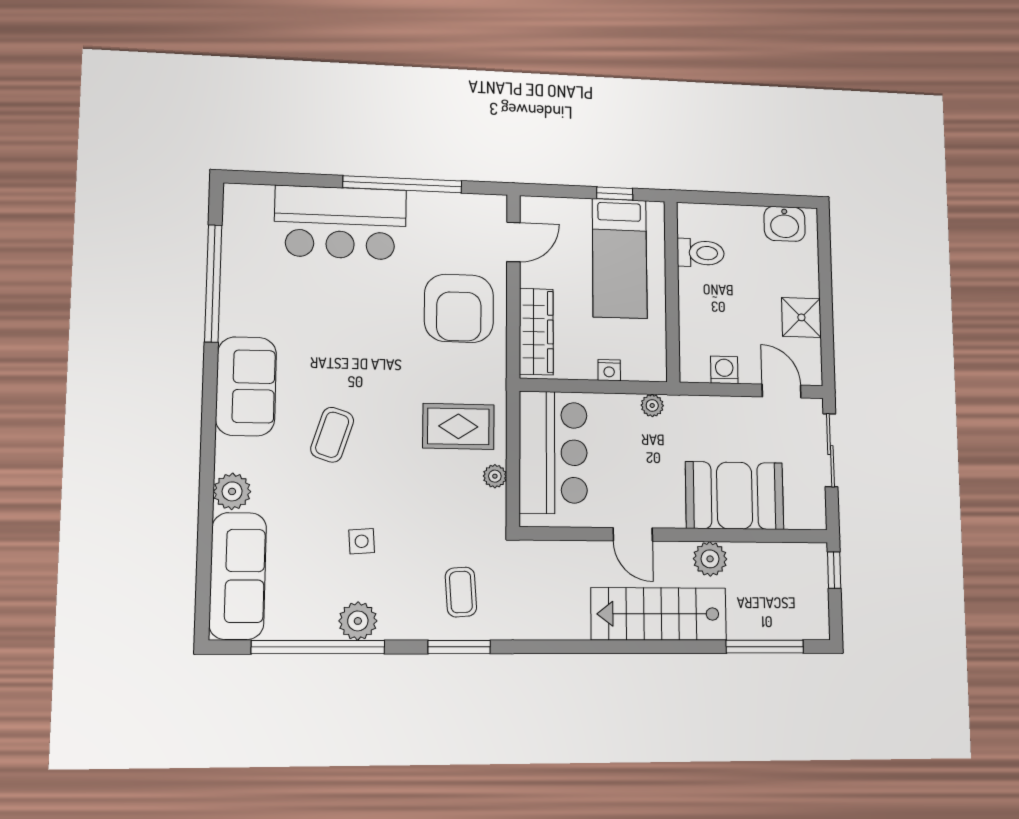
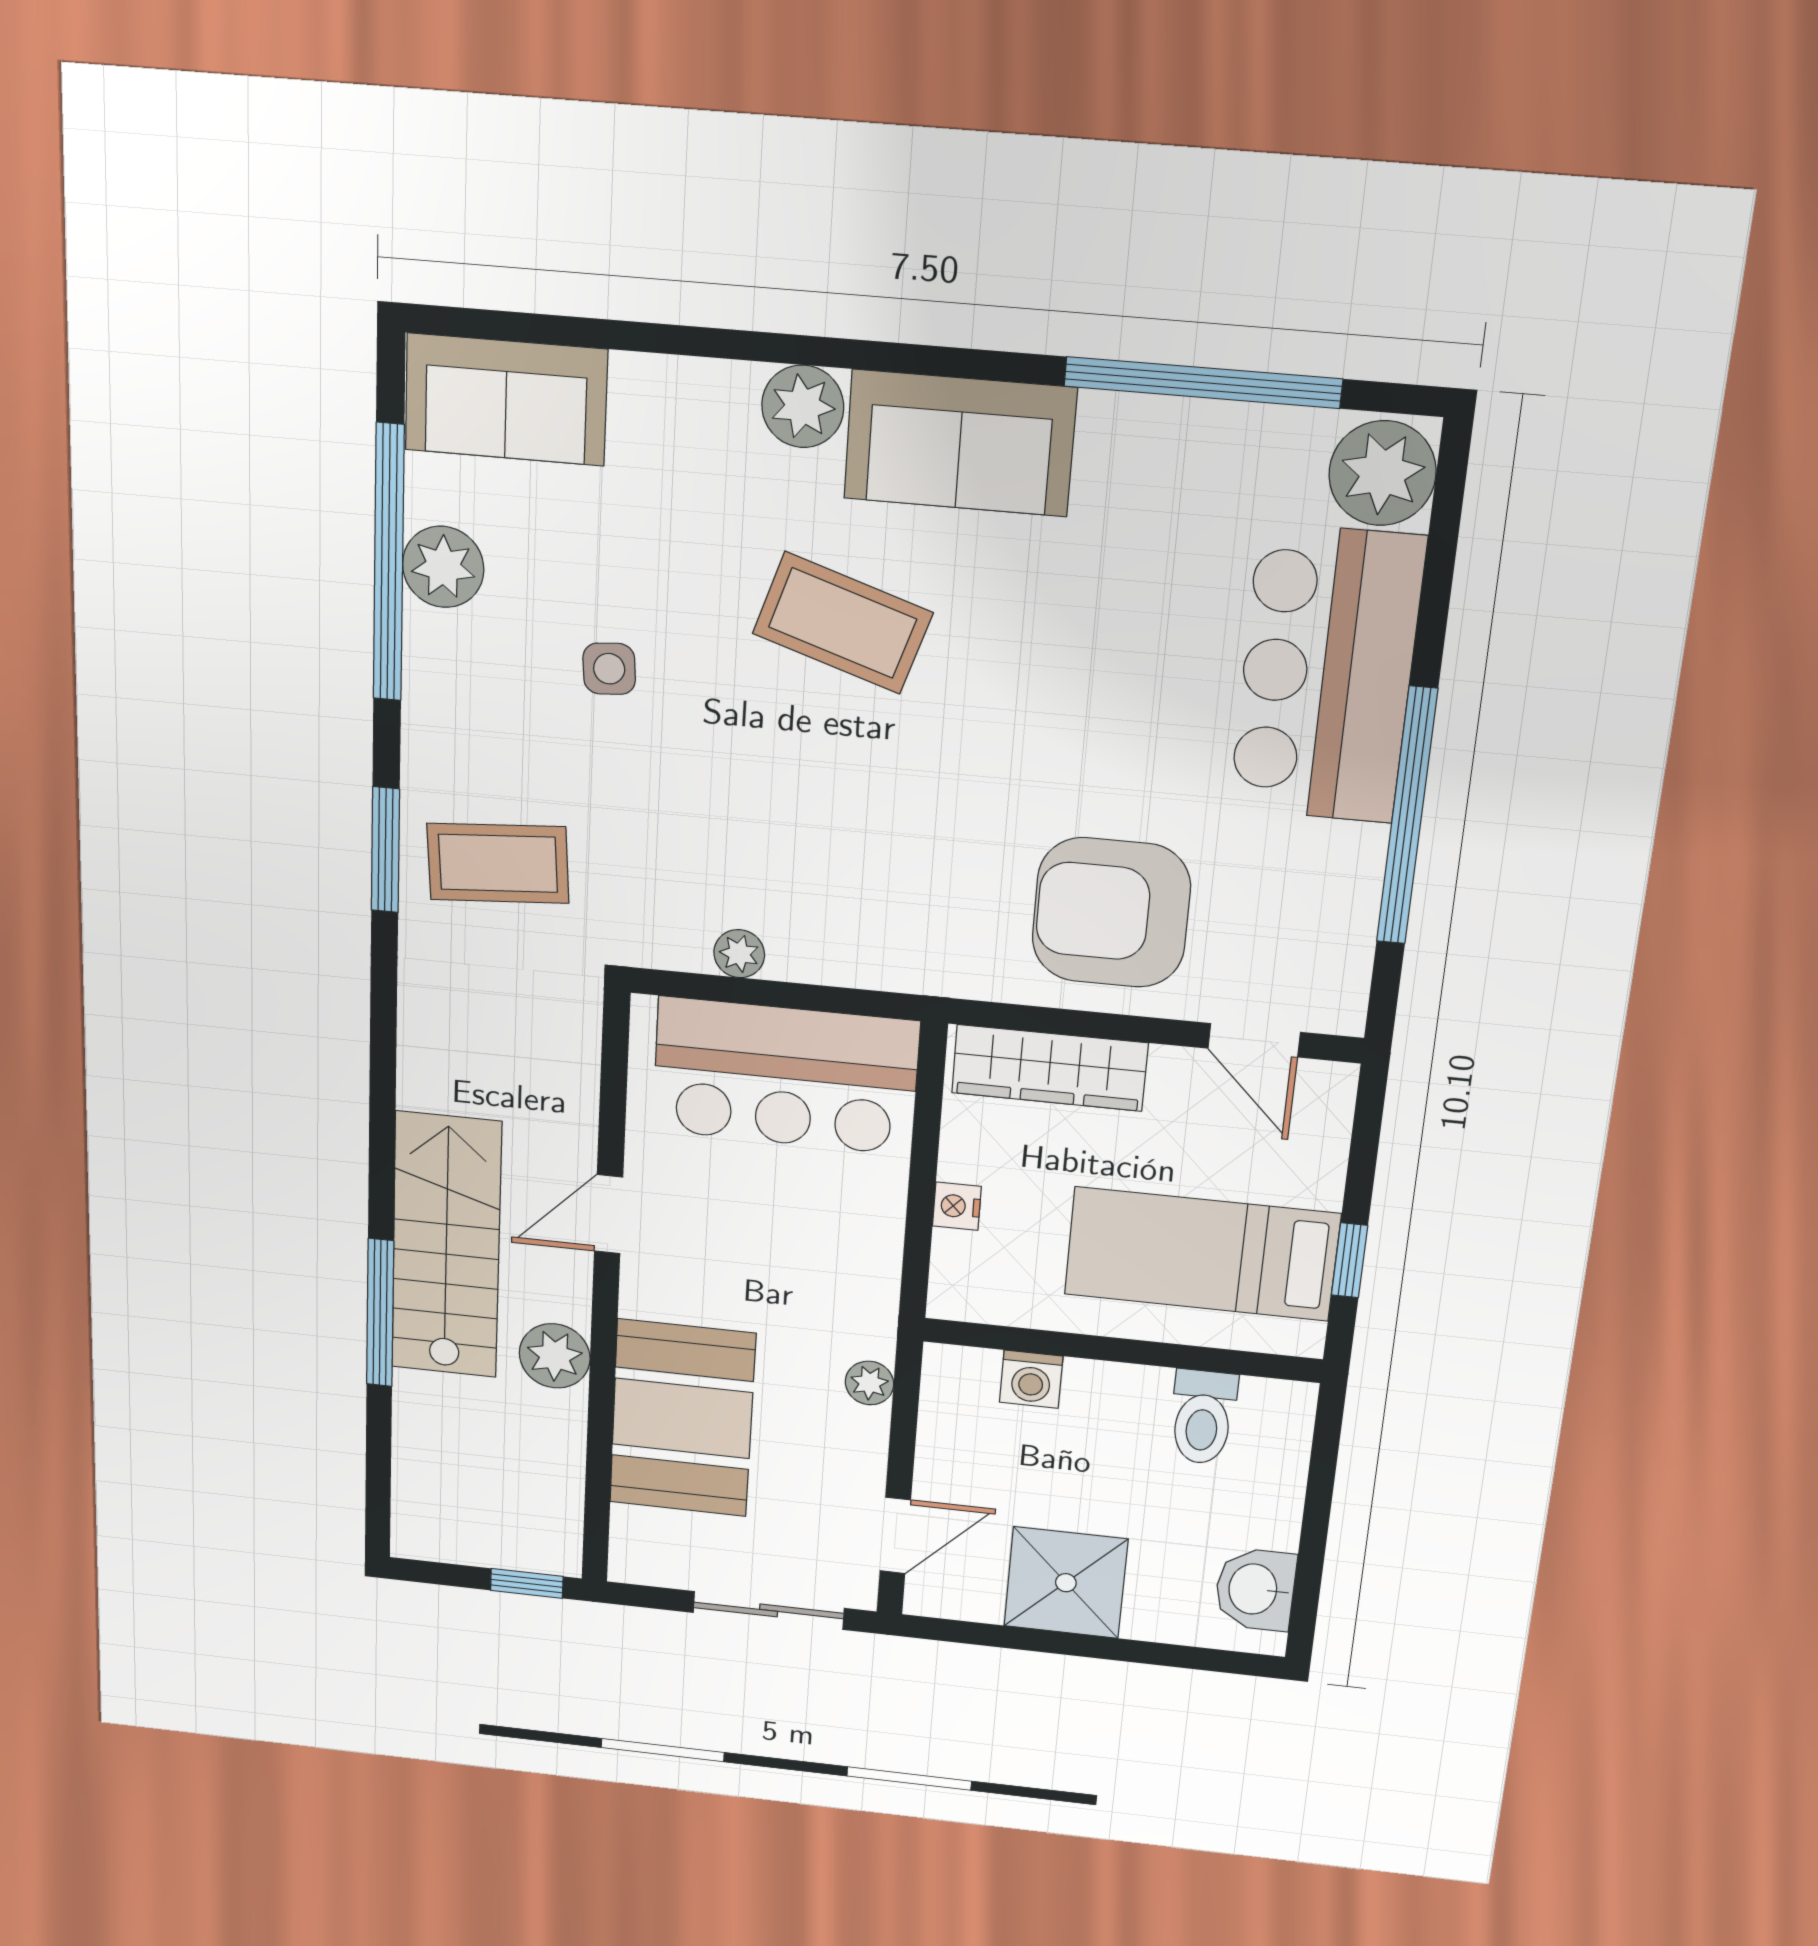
plant: (249, 206) -> (1382, 473), added
shower: (801, 317) -> (1066, 1583), width x1.36, depth x1.36
washing machine: (724, 370) -> (1031, 1379), moved, turned 90
plant: (652, 405) -> (869, 1383), moved
rug: (458, 426) -> (849, 889), removed
coffee table: (332, 435) -> (843, 623), width x1.36, depth x1.30
plant: (232, 491) -> (803, 406), moved
sofa: (238, 576) -> (506, 400), width x0.73
coffee table: (461, 592) -> (498, 863), width x1.36, depth x1.30
plant: (358, 621) -> (443, 567), moved
window: (765, 647) -> (380, 1313), moved

